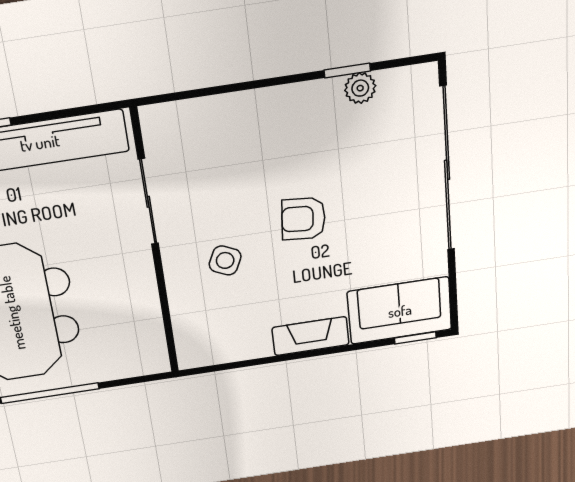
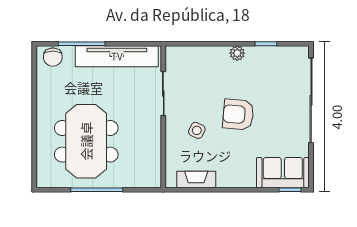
plant: (360, 88) -> (237, 53), moved
armchair: (303, 219) -> (238, 114), width x1.38, depth x1.38
fireplace: (311, 336) -> (196, 180), moved

